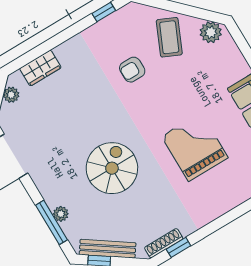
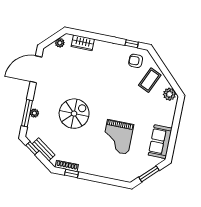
armchair: (132, 70) -> (136, 61), moved
grand piano: (195, 147) -> (118, 137), turned 180
bench: (108, 249) -> (44, 149), width x0.73

